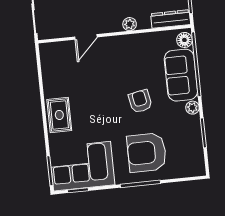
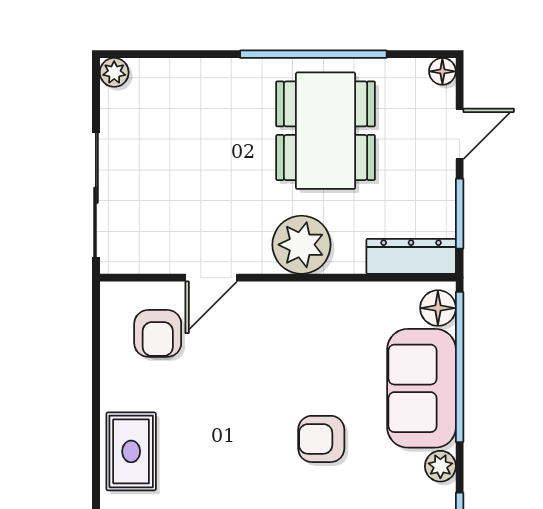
plant: (130, 24) -> (301, 245), width x1.87, depth x1.87
armchair: (65, 63) -> (158, 333), added
armchair: (140, 101) -> (321, 439), turned -79

